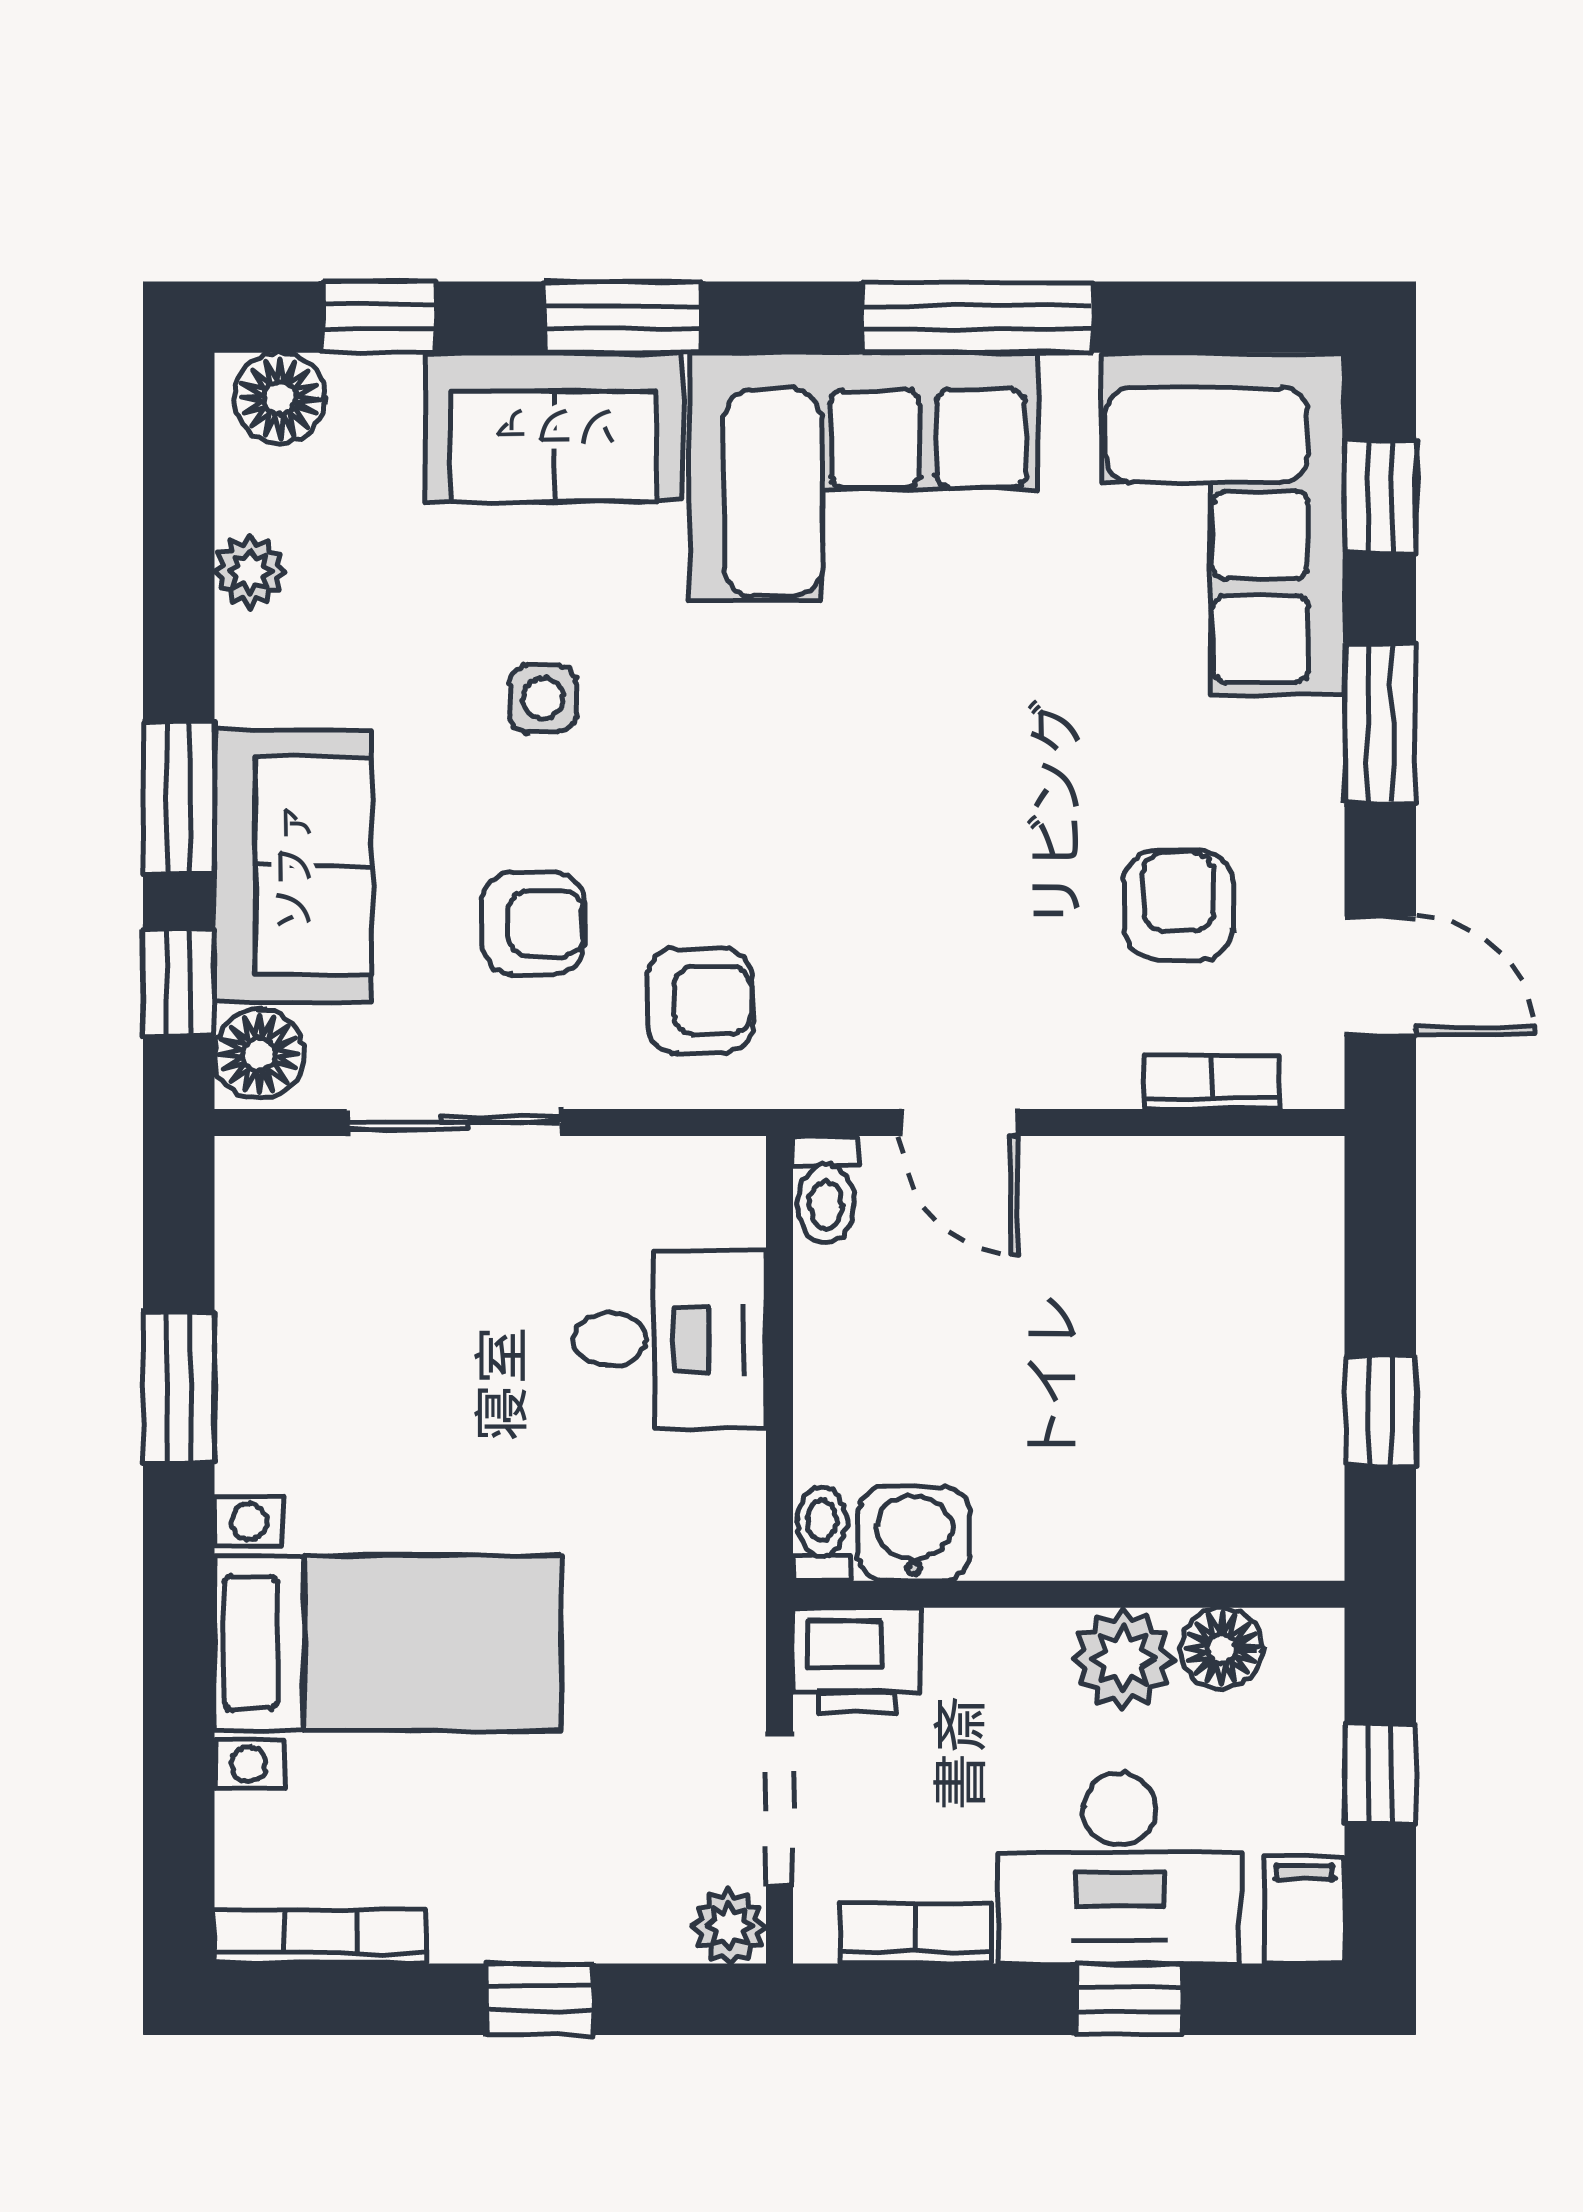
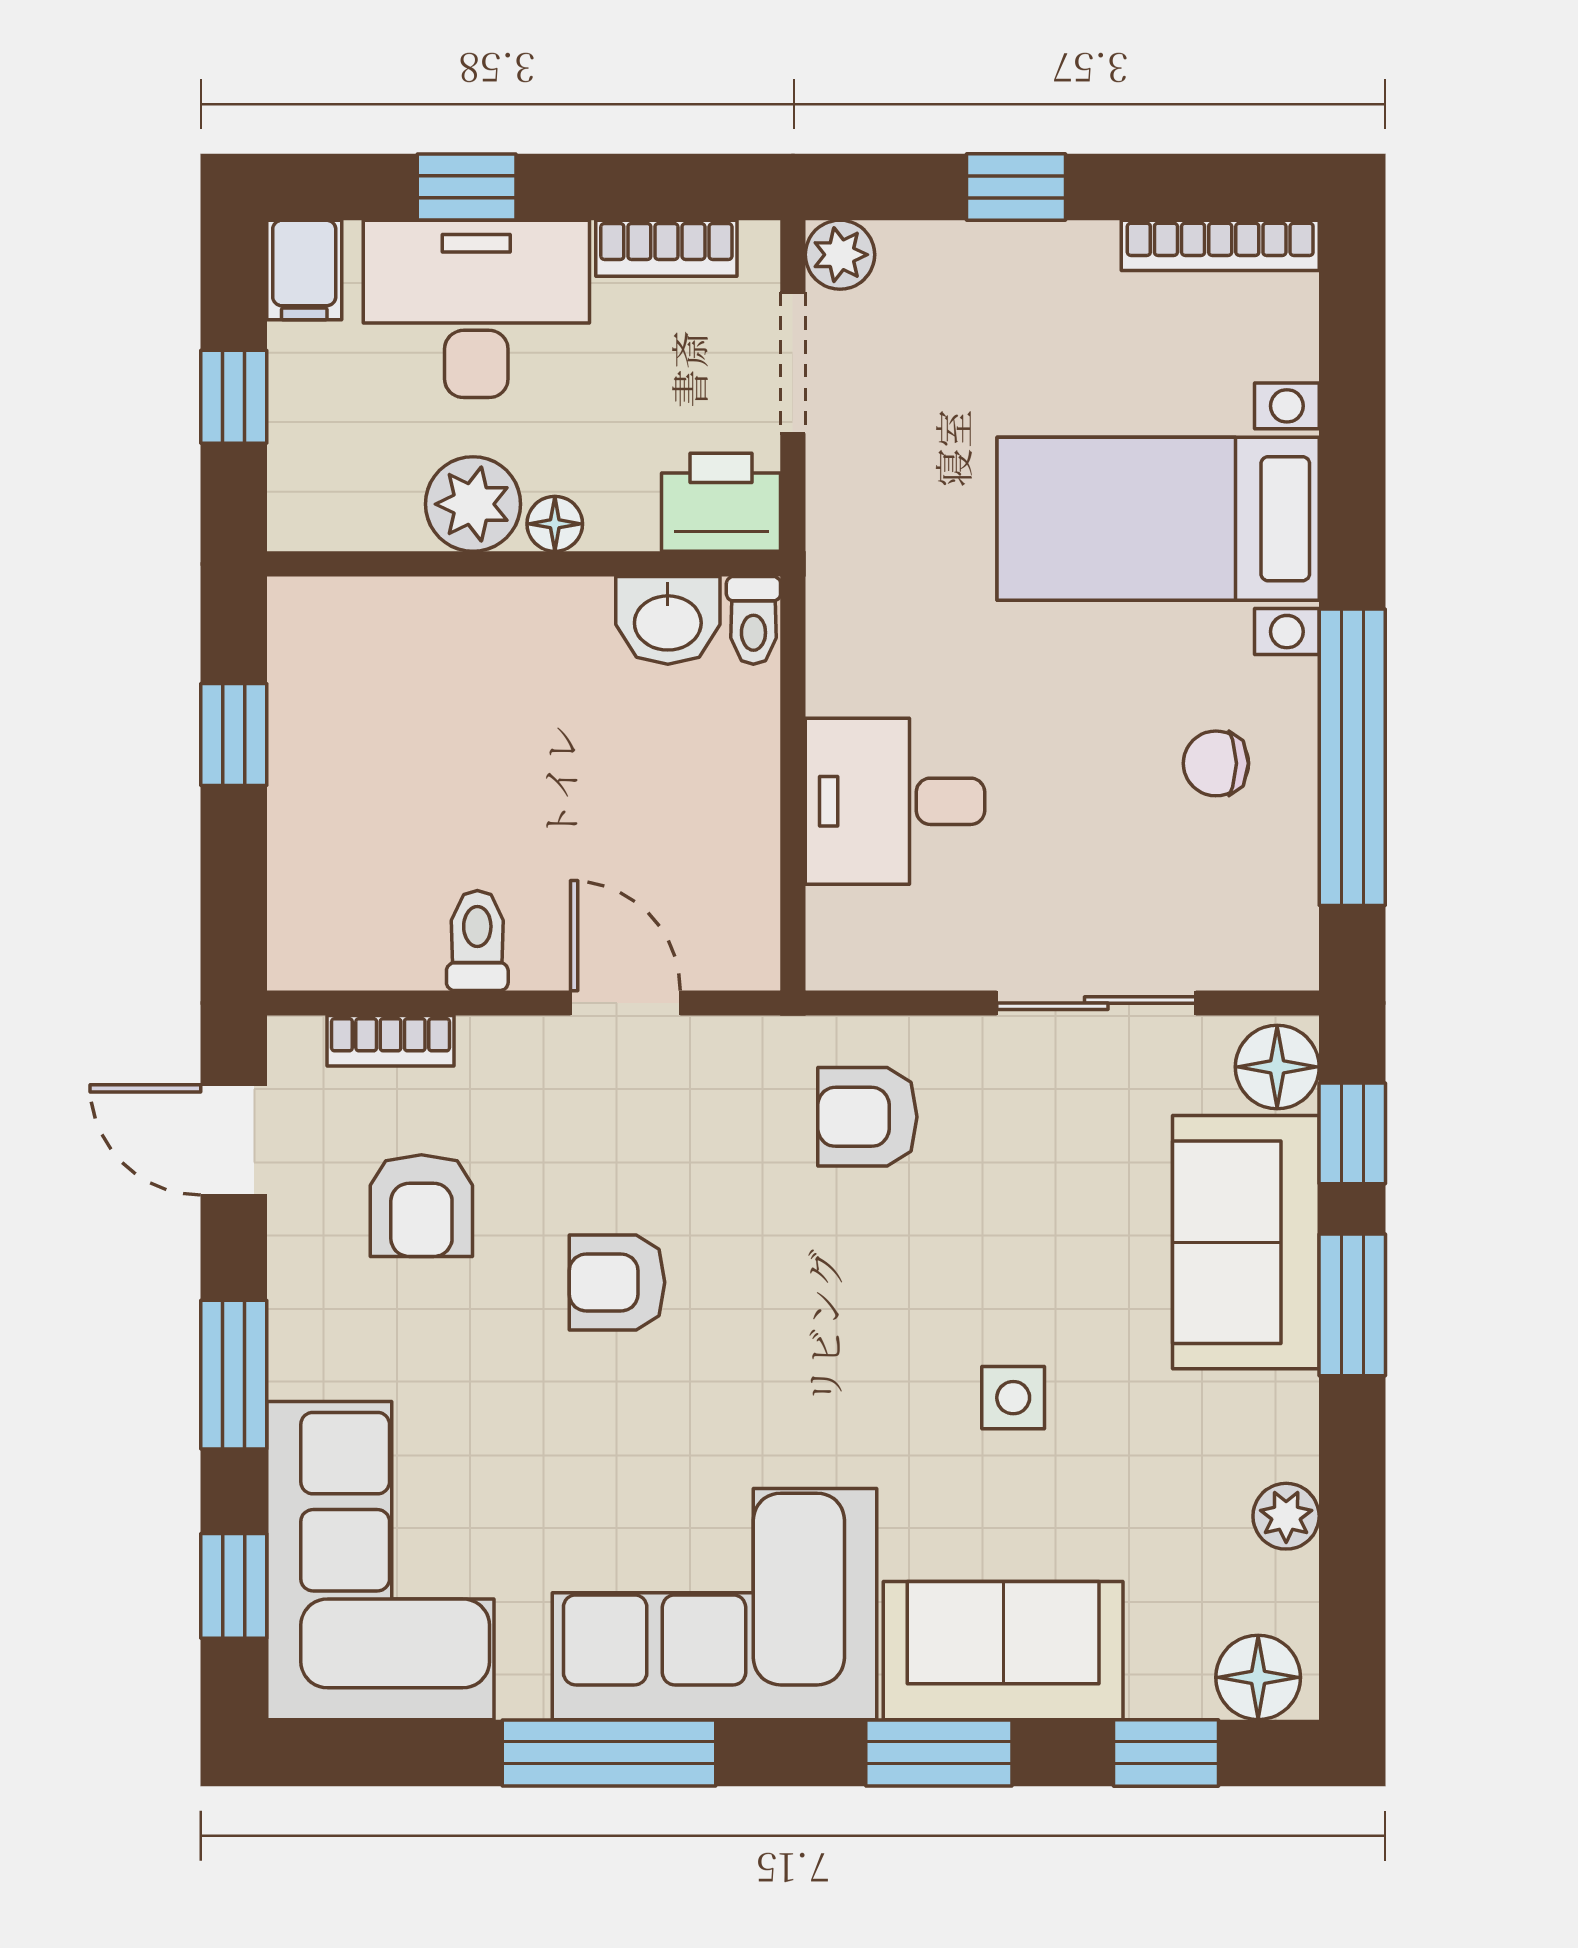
armchair: (533, 923) -> (617, 1282), moved
toilet: (826, 1190) -> (477, 941), moved
chair: (325, 1380) -> (1216, 763), added
window: (179, 1387) -> (1352, 757), width x2.11
floor lamp: (1222, 1648) -> (555, 524), moved, width x0.73, depth x0.73

